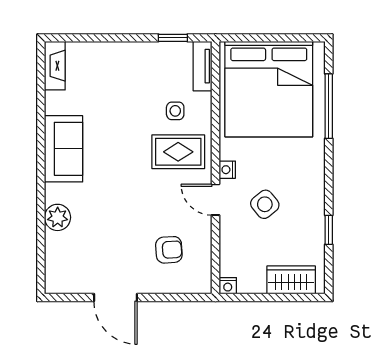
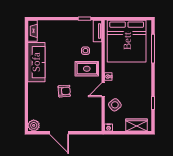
sofa: (64, 149) -> (36, 62), width x1.36
door: (215, 200) -> (103, 90), hinge flipped
side table: (265, 204) -> (115, 105), moved
plant: (58, 217) -> (34, 125), moved
armchair: (169, 250) -> (64, 91), moved

